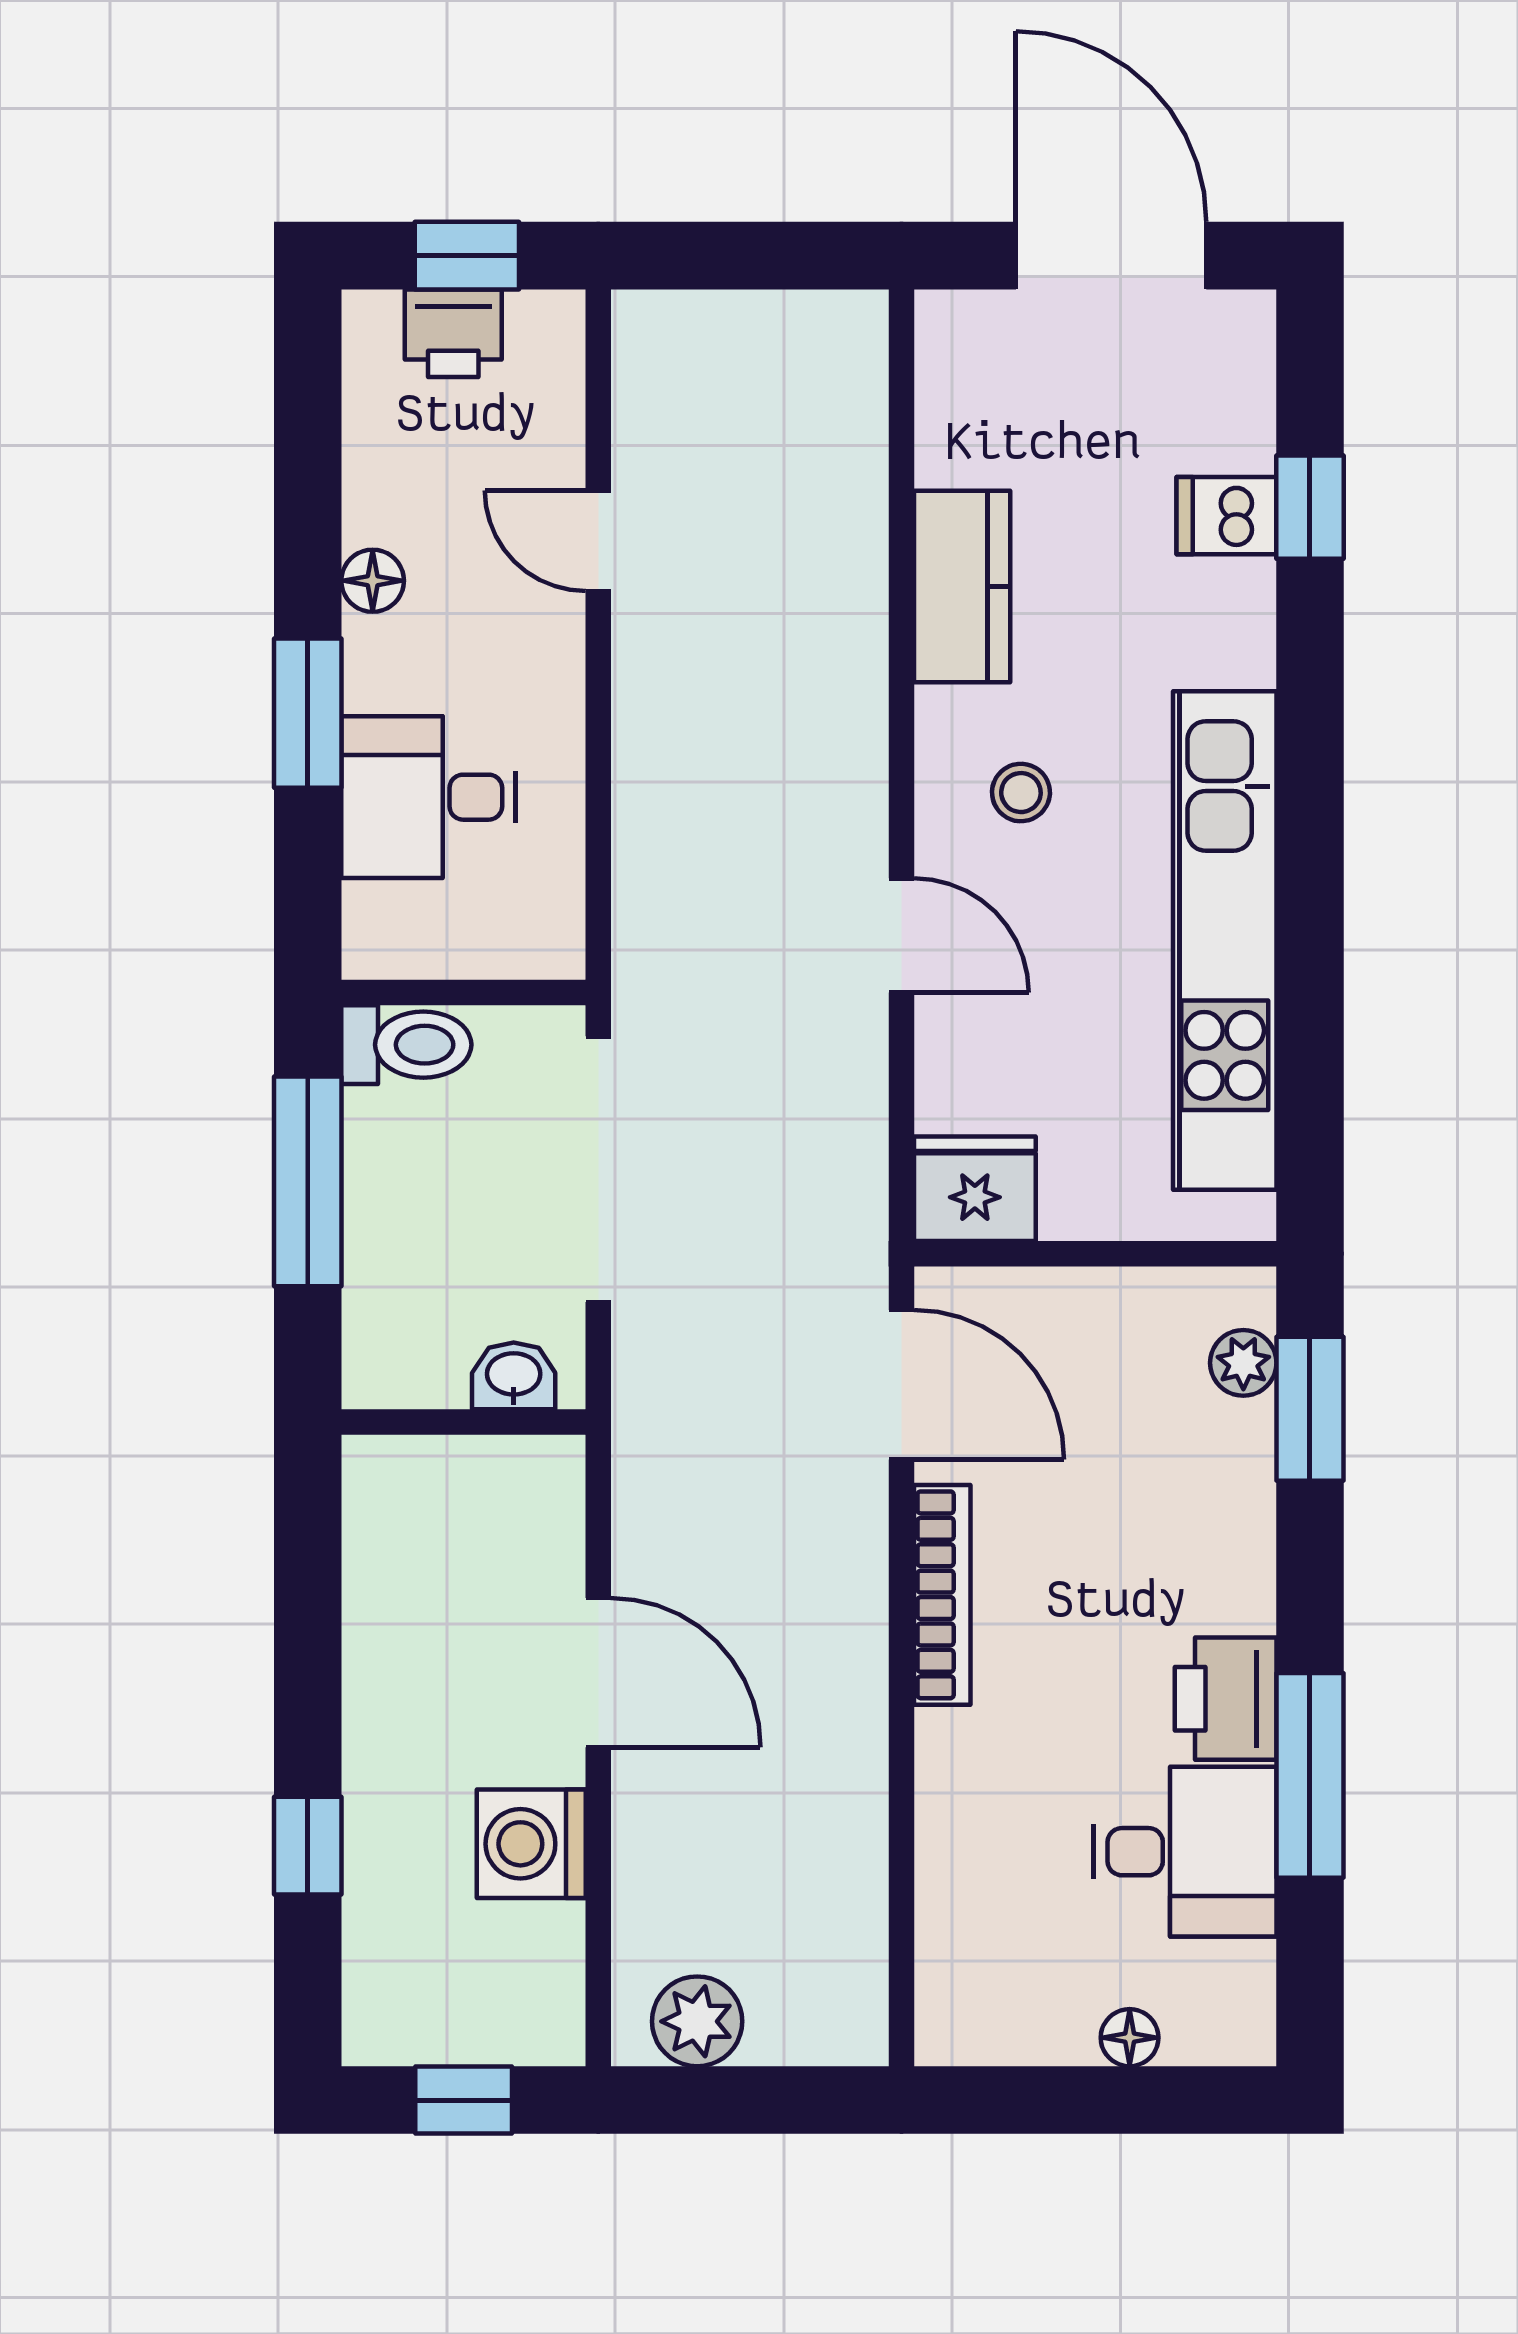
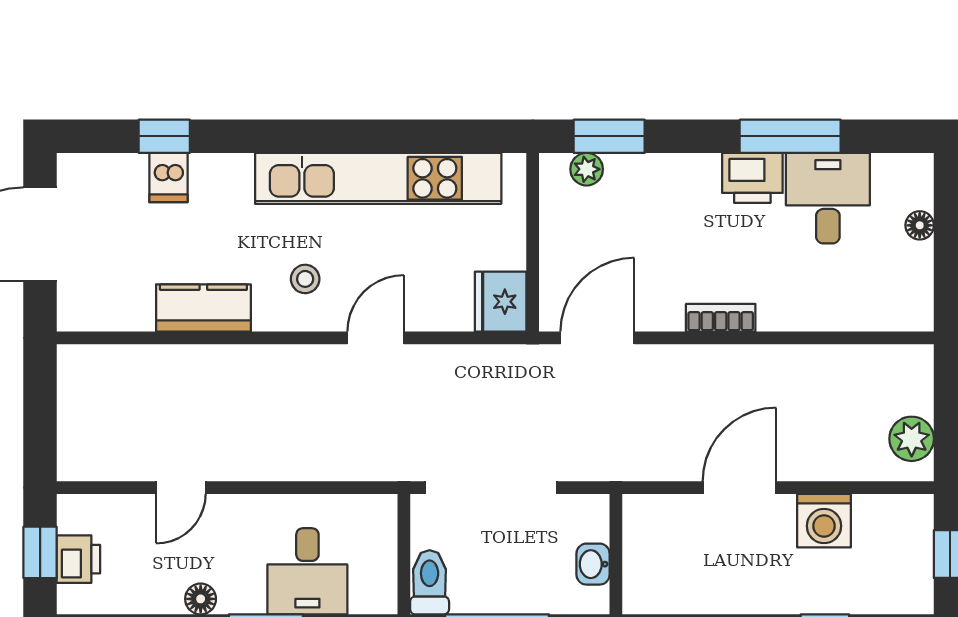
washbasin: (514, 1376) -> (593, 564), moved
bookcase: (942, 1595) -> (721, 318), width x0.64

